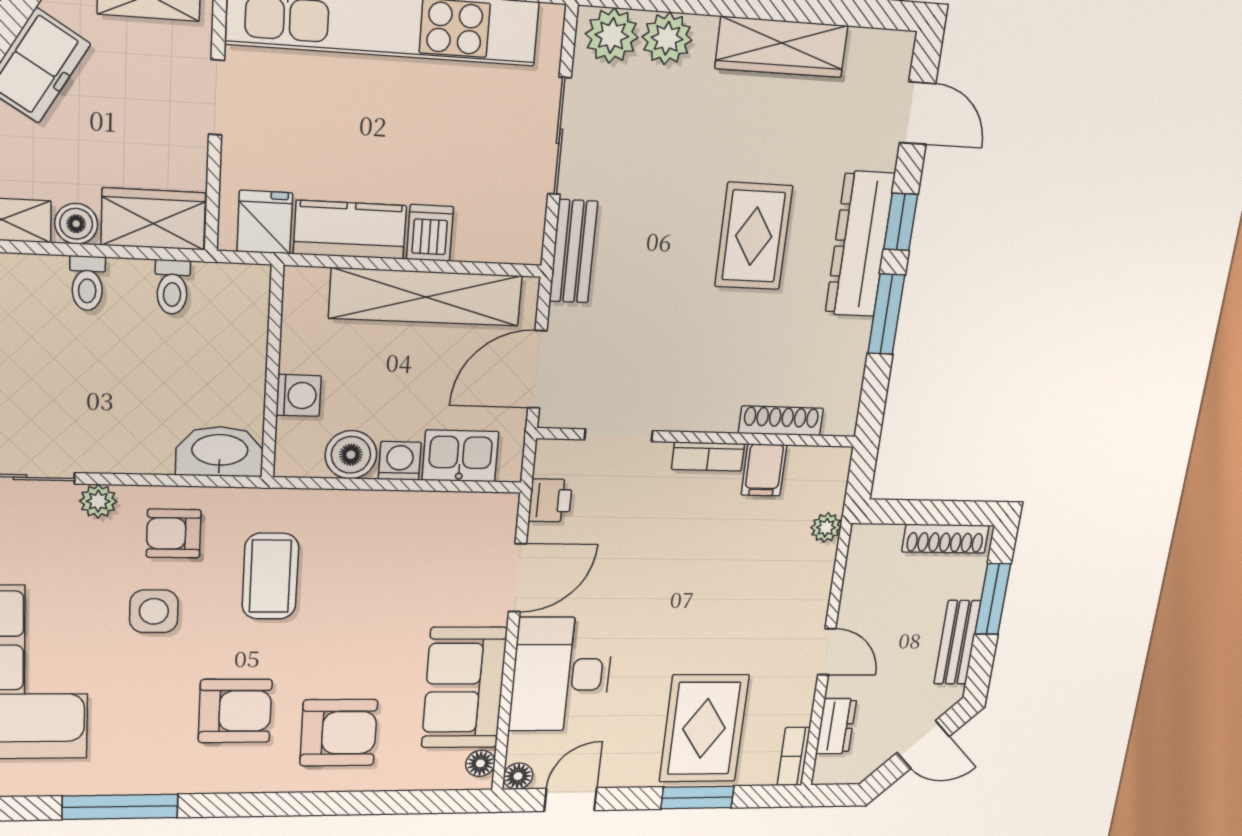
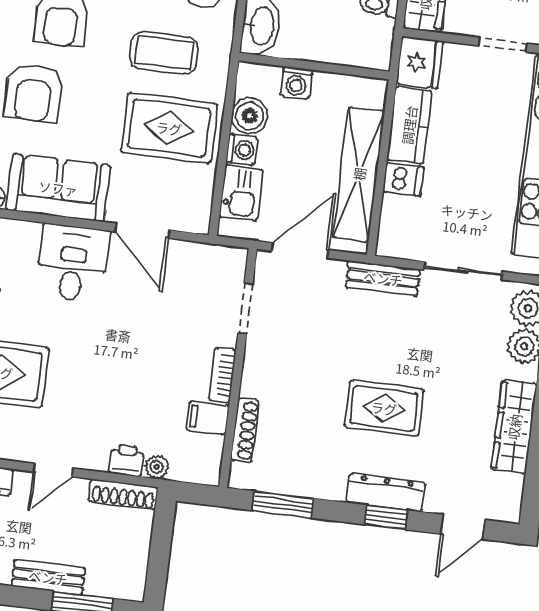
fridge: (265, 222) -> (420, 62), width x1.38
dresser: (860, 244) -> (386, 493), width x0.73, depth x0.80
window: (886, 314) -> (283, 504), moved
door: (537, 369) -> (300, 250), hinge flipped
printer: (550, 500) -> (126, 460), moved, turned 180
shoe rack: (945, 539) -> (123, 494), moved, turned -90
rug: (375, 559) -> (169, 128), added
desk: (561, 674) -> (73, 263), width x0.73

